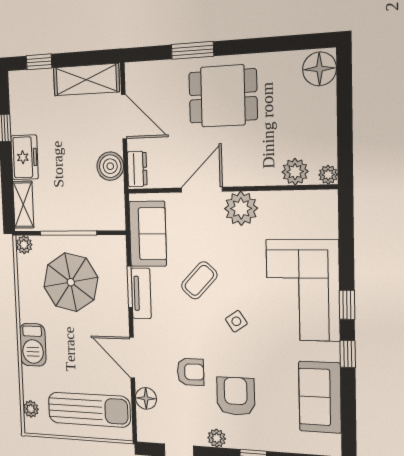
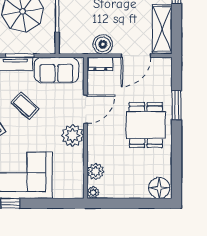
door: (202, 190) -> (85, 109), hinge flipped

